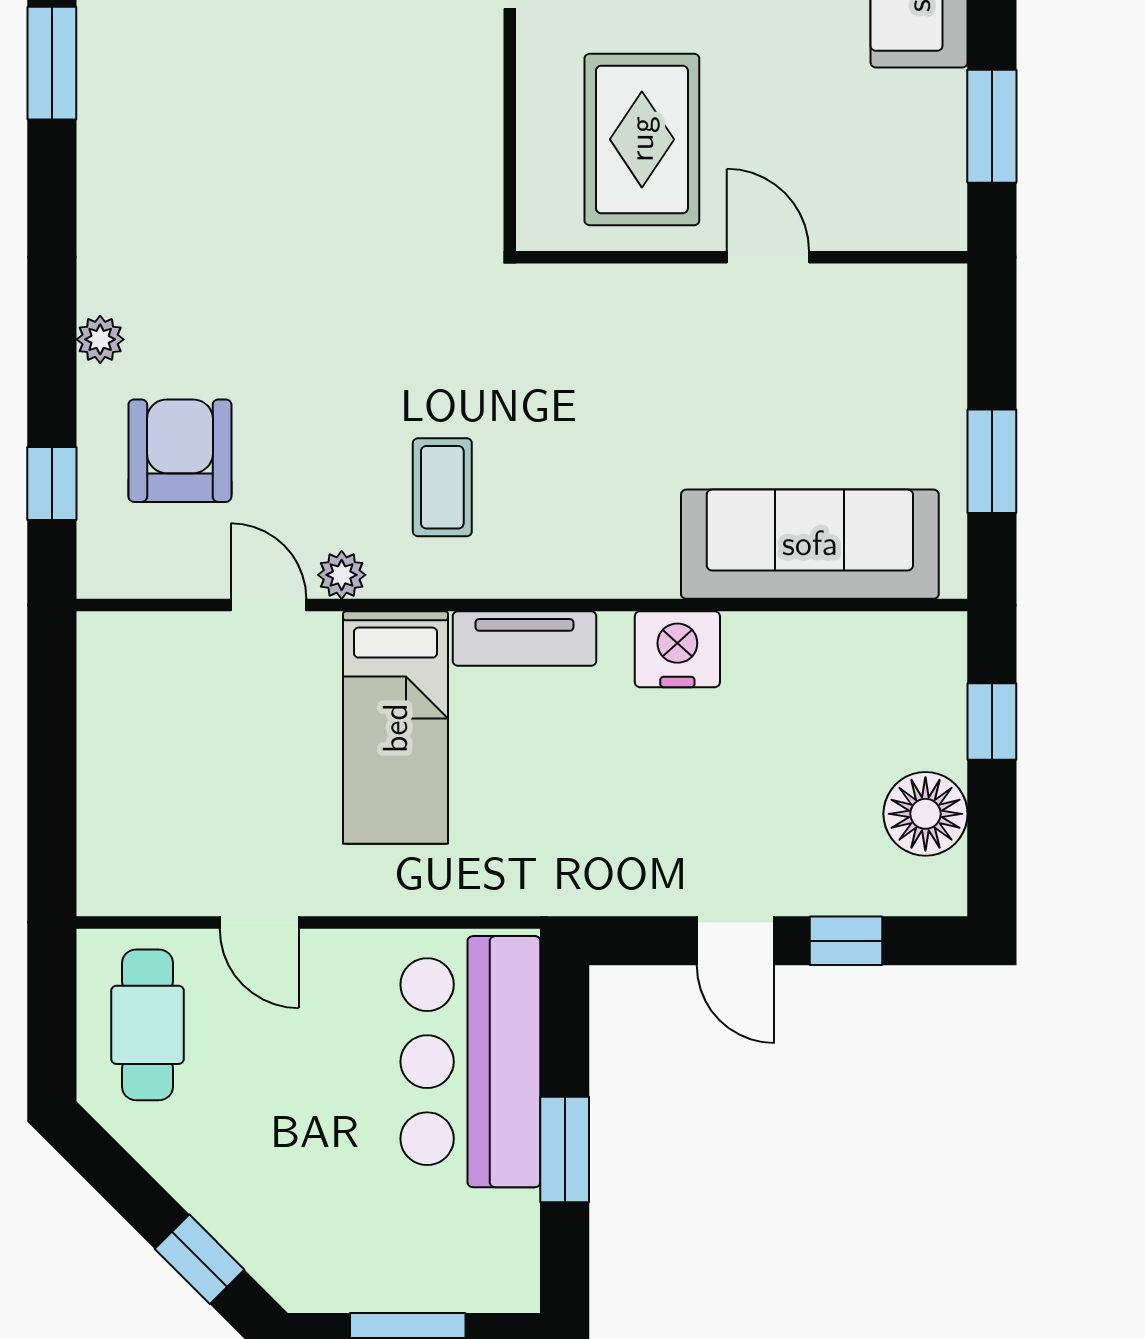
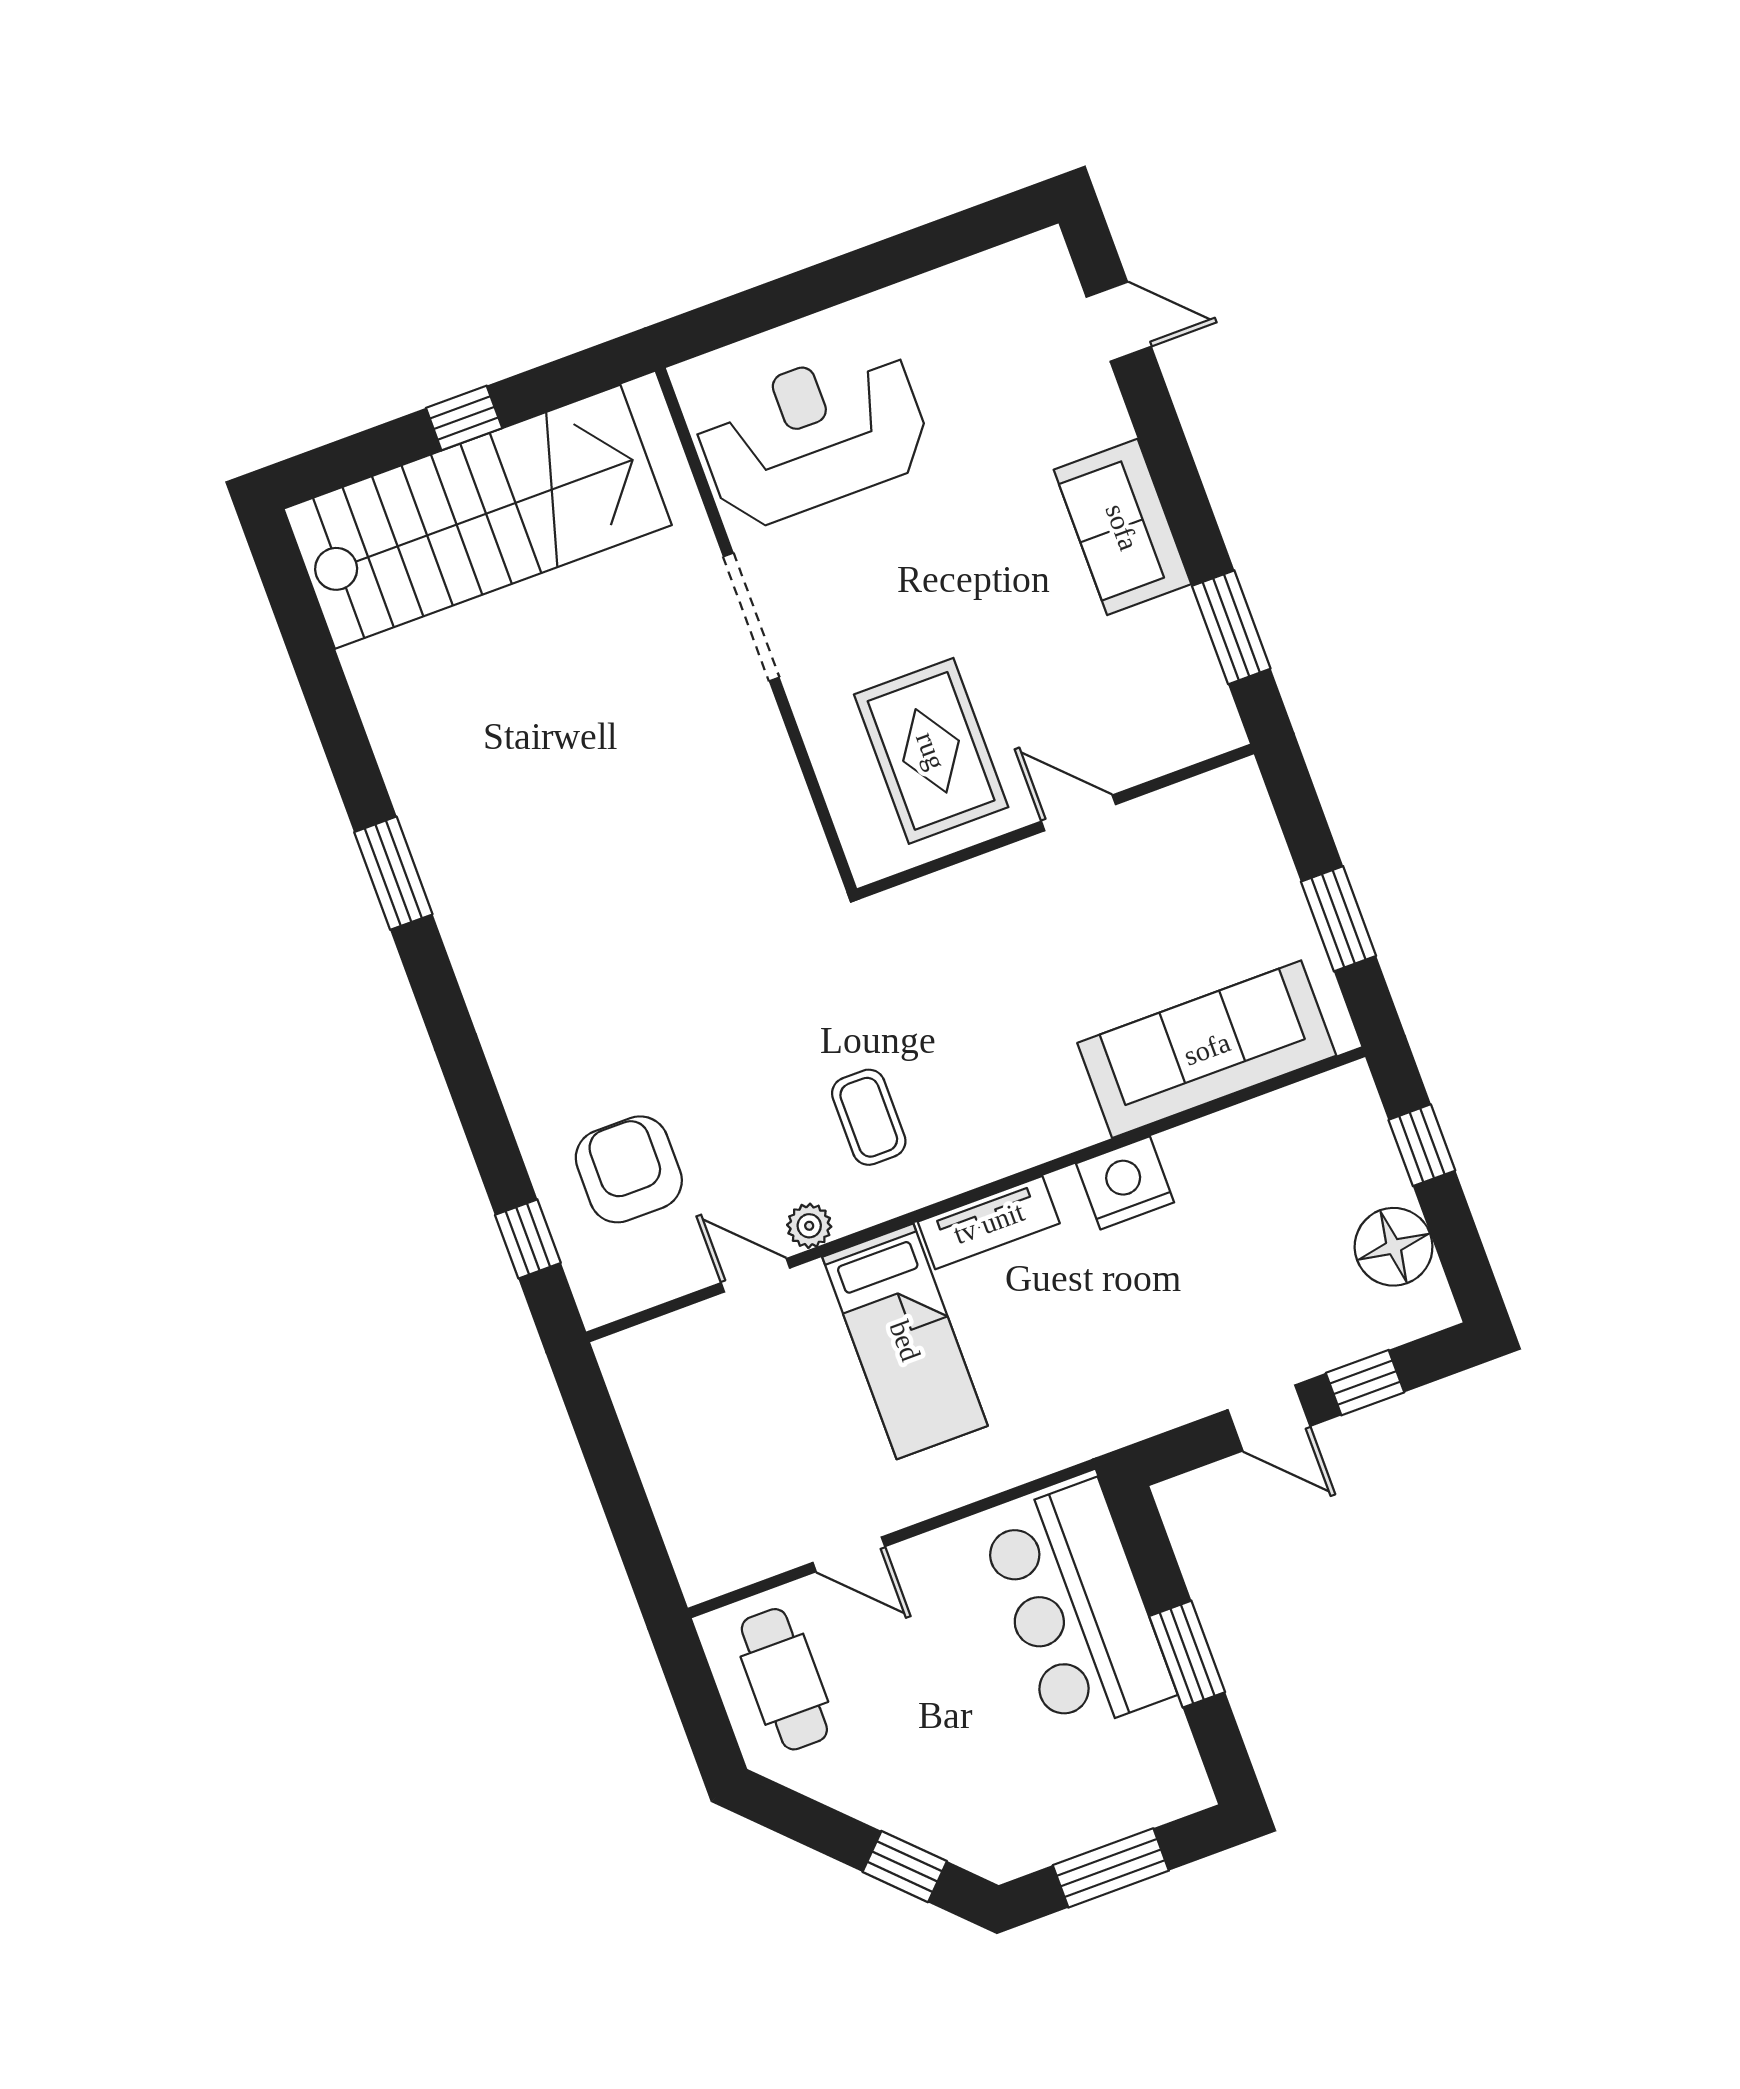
plant: (100, 339) -> (524, 1098), removed

